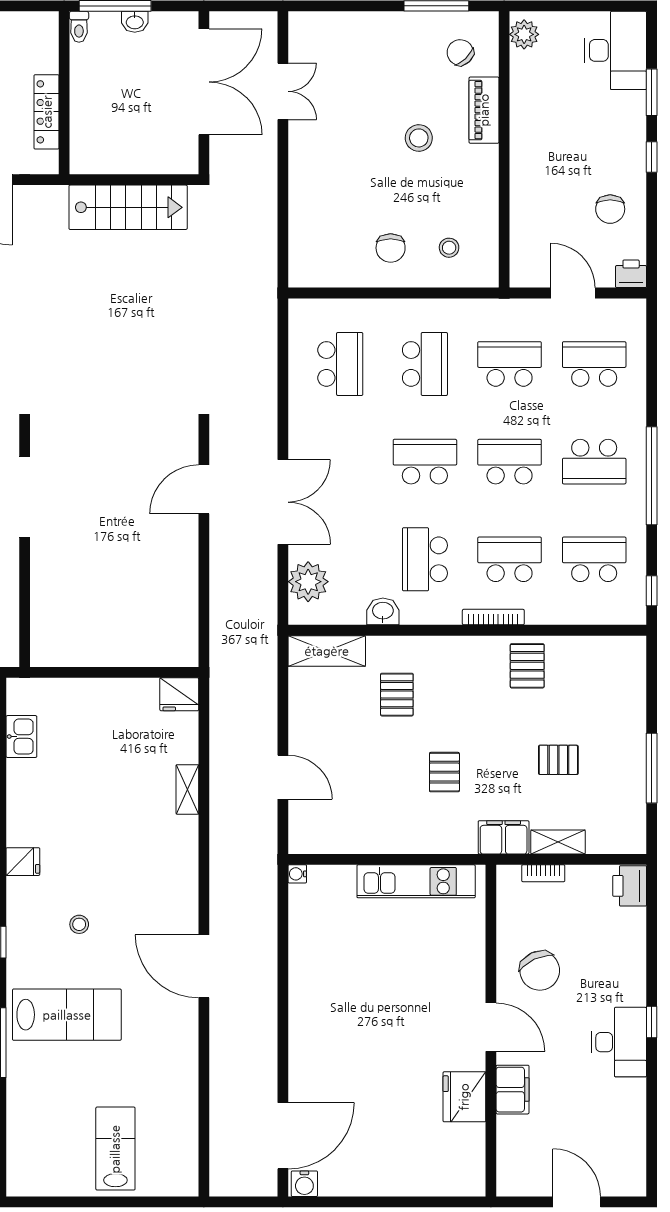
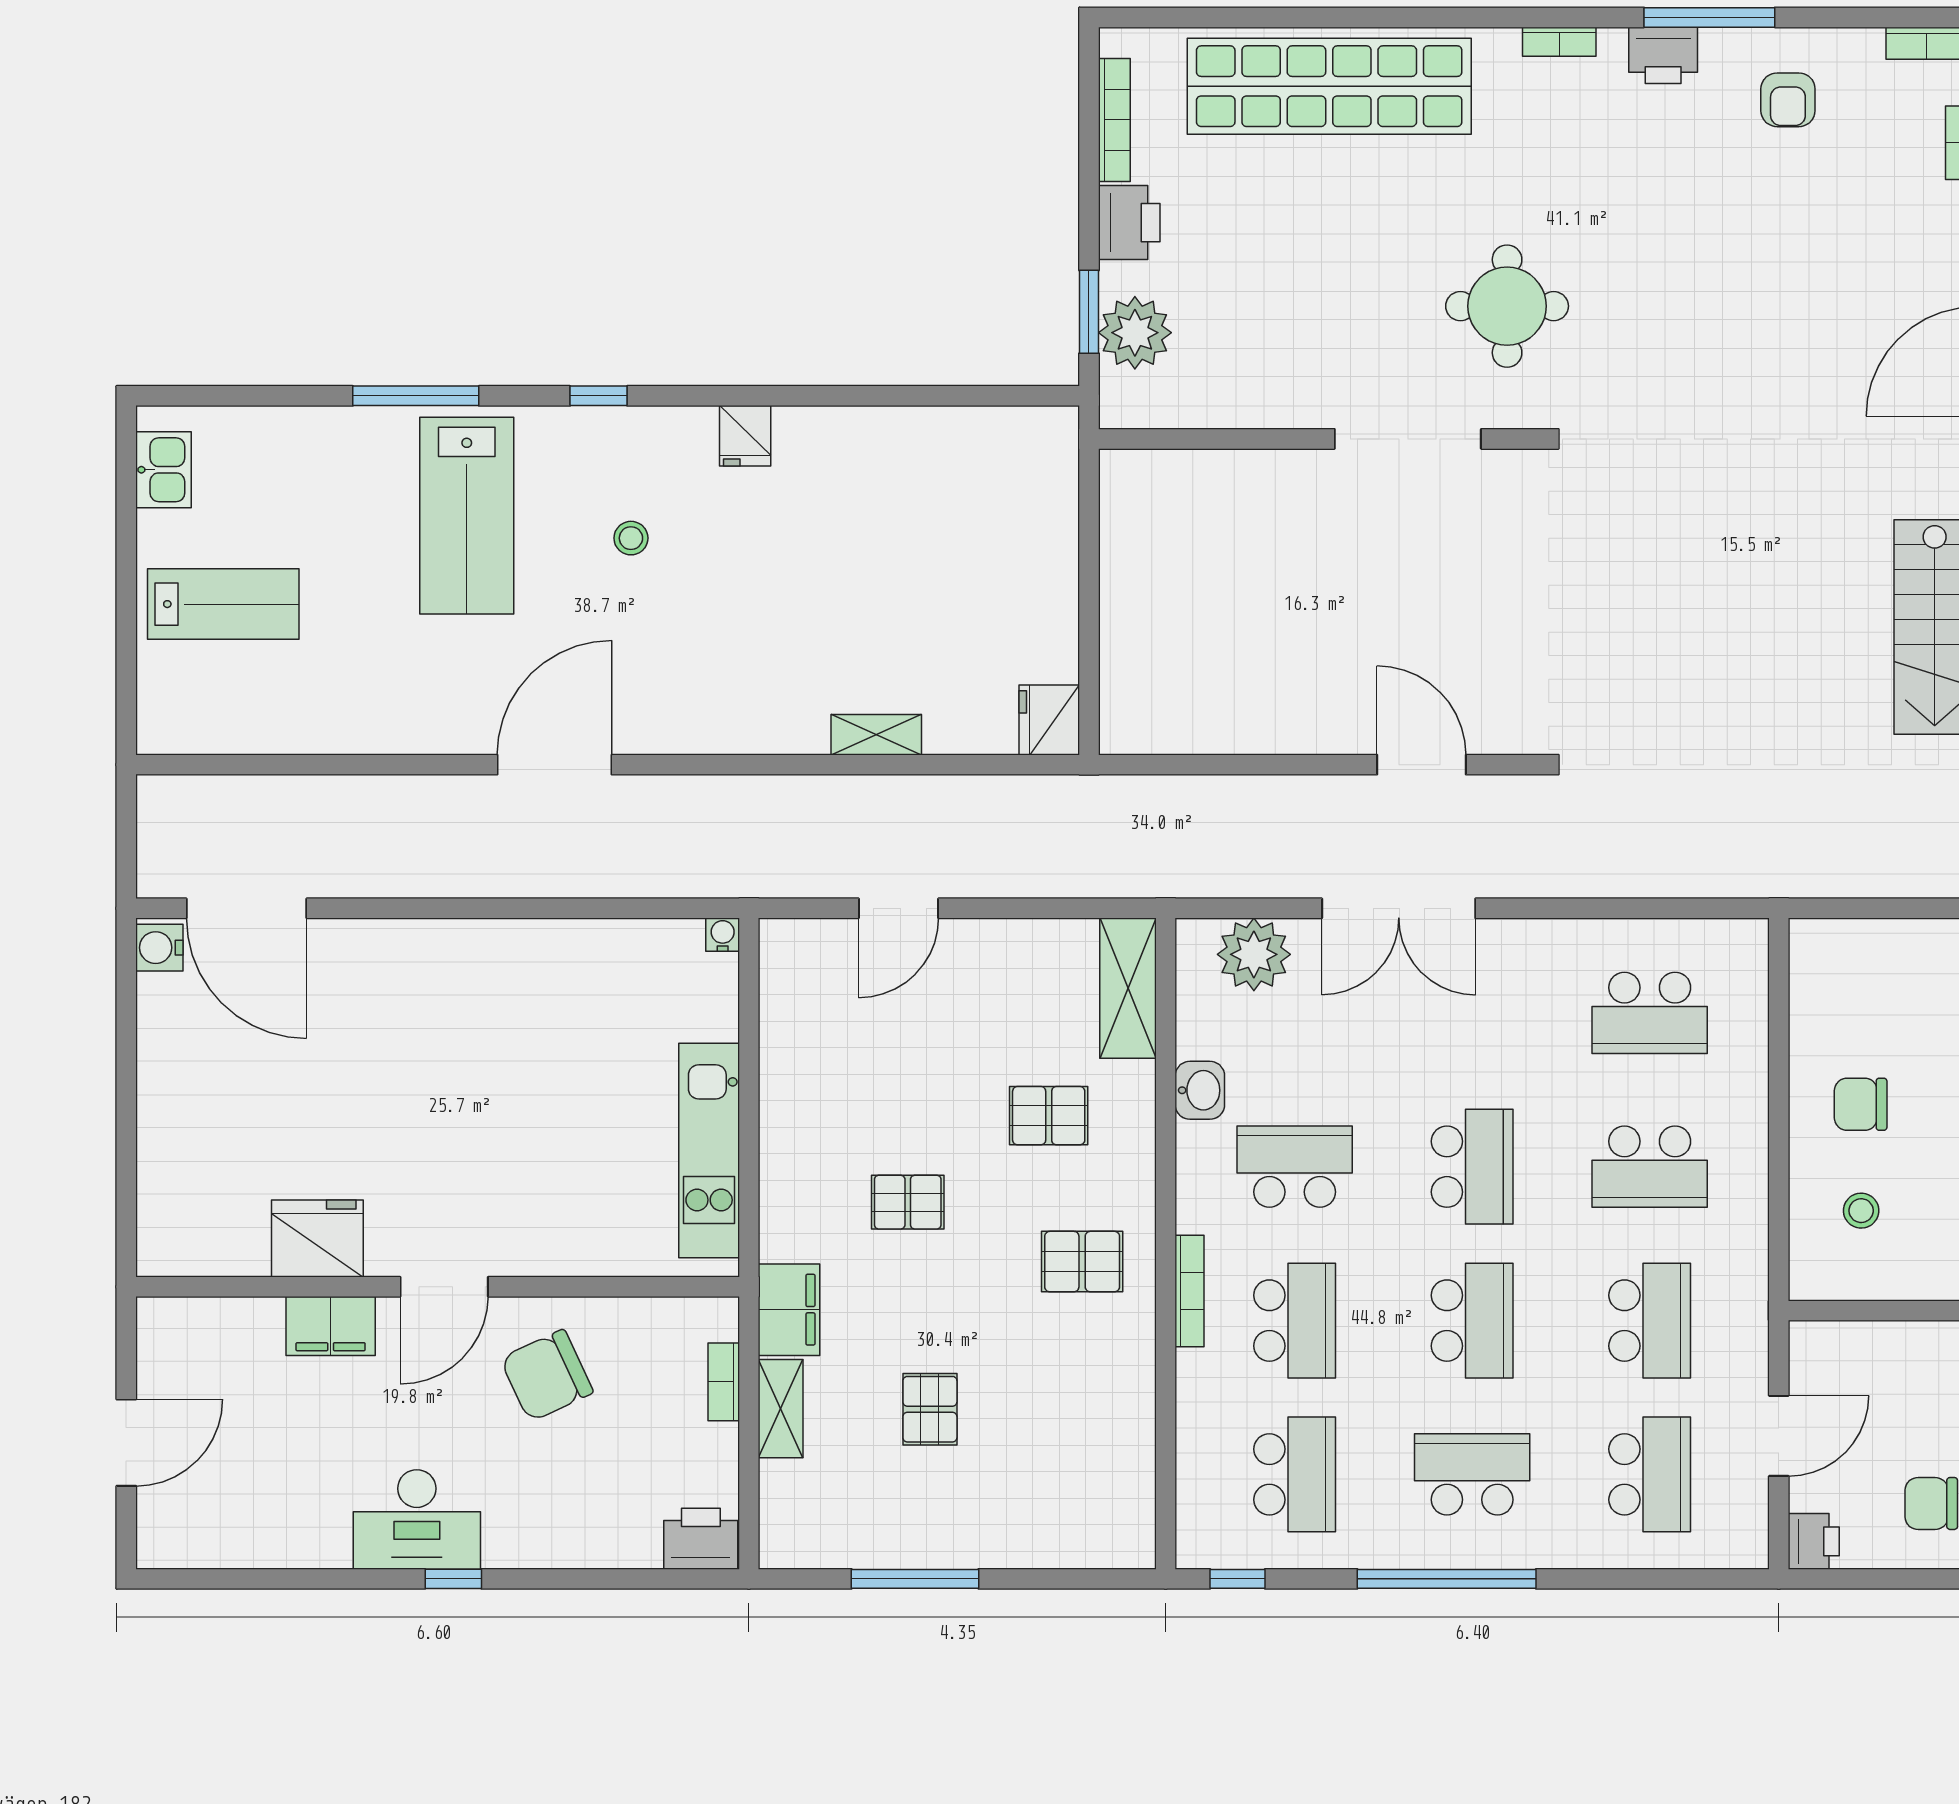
school desk: (594, 462) -> (1472, 1474), turned 90
pallet: (527, 666) -> (1082, 1262), moved
kitchen sink: (21, 737) -> (164, 470), moved, turned -90

